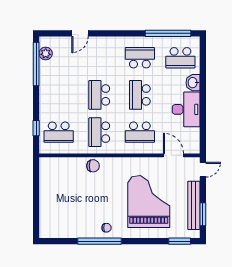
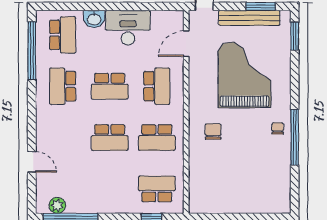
school desk: (59, 132) -> (157, 189), turned -90
chair: (93, 166) -> (213, 132), moved
grand piano: (149, 202) -> (244, 75), turned 90

